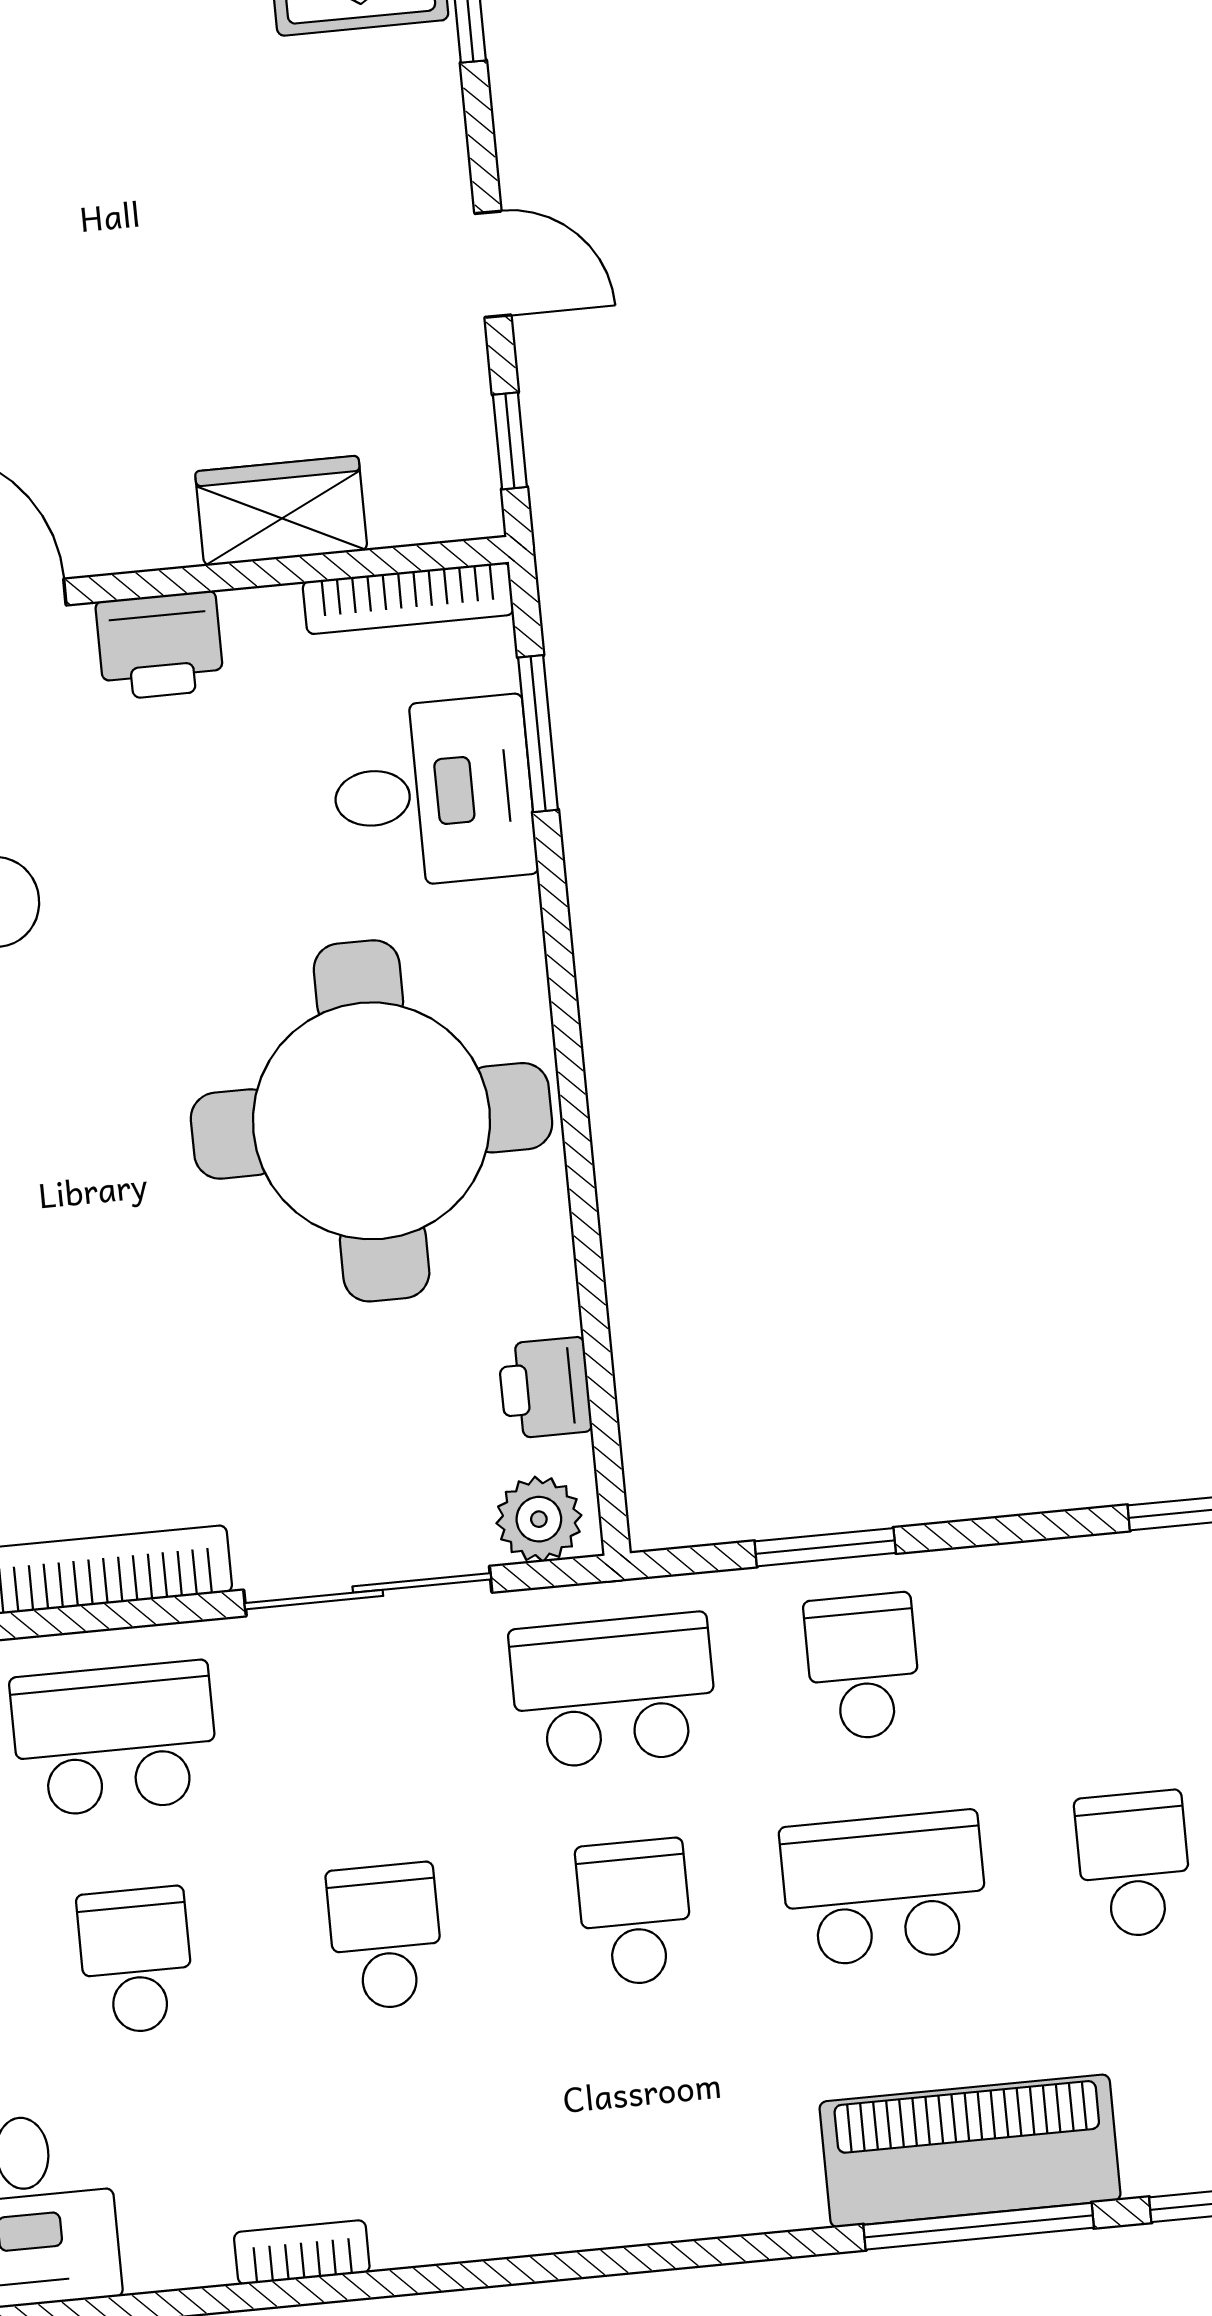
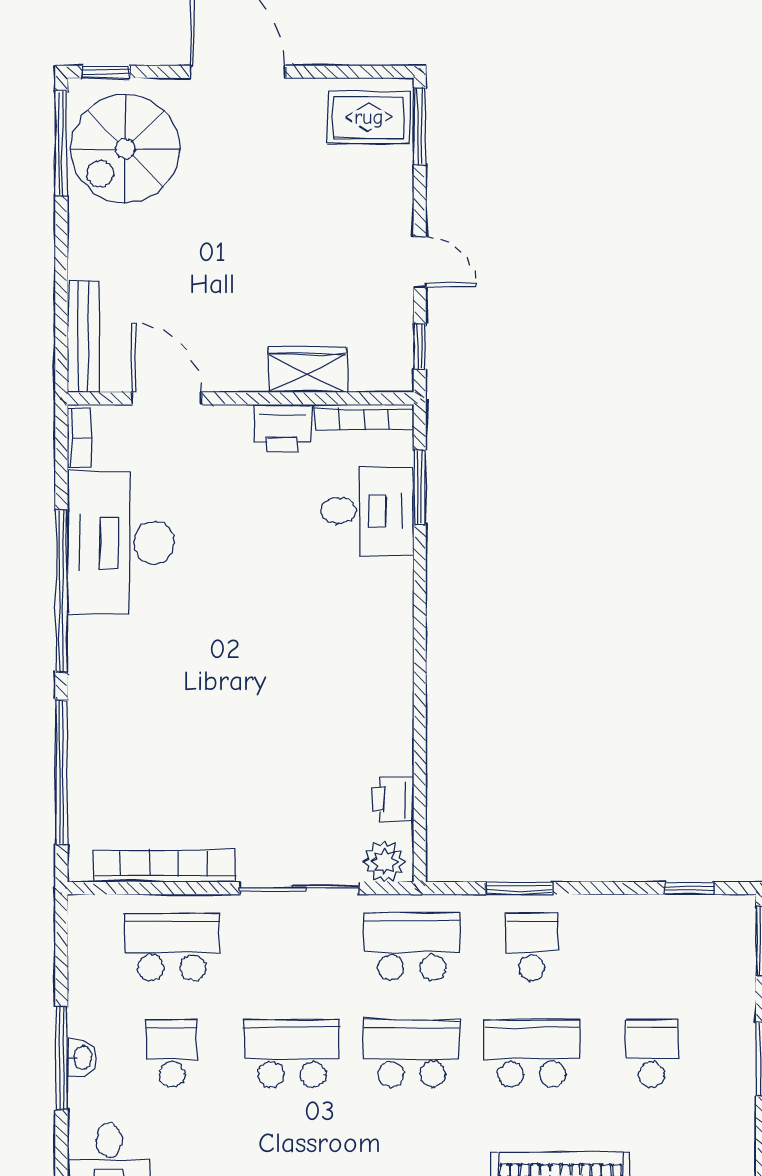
printer: (160, 646) -> (282, 428), moved
round table: (372, 1121) -> (323, 664), removed
school desk: (635, 1912) -> (412, 1053), width x1.85
school desk: (385, 1936) -> (292, 1053), width x1.85

